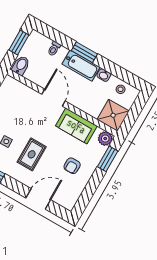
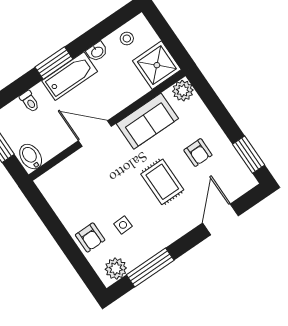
rug: (32, 154) -> (162, 182), moved
window: (108, 159) -> (249, 155), moved

